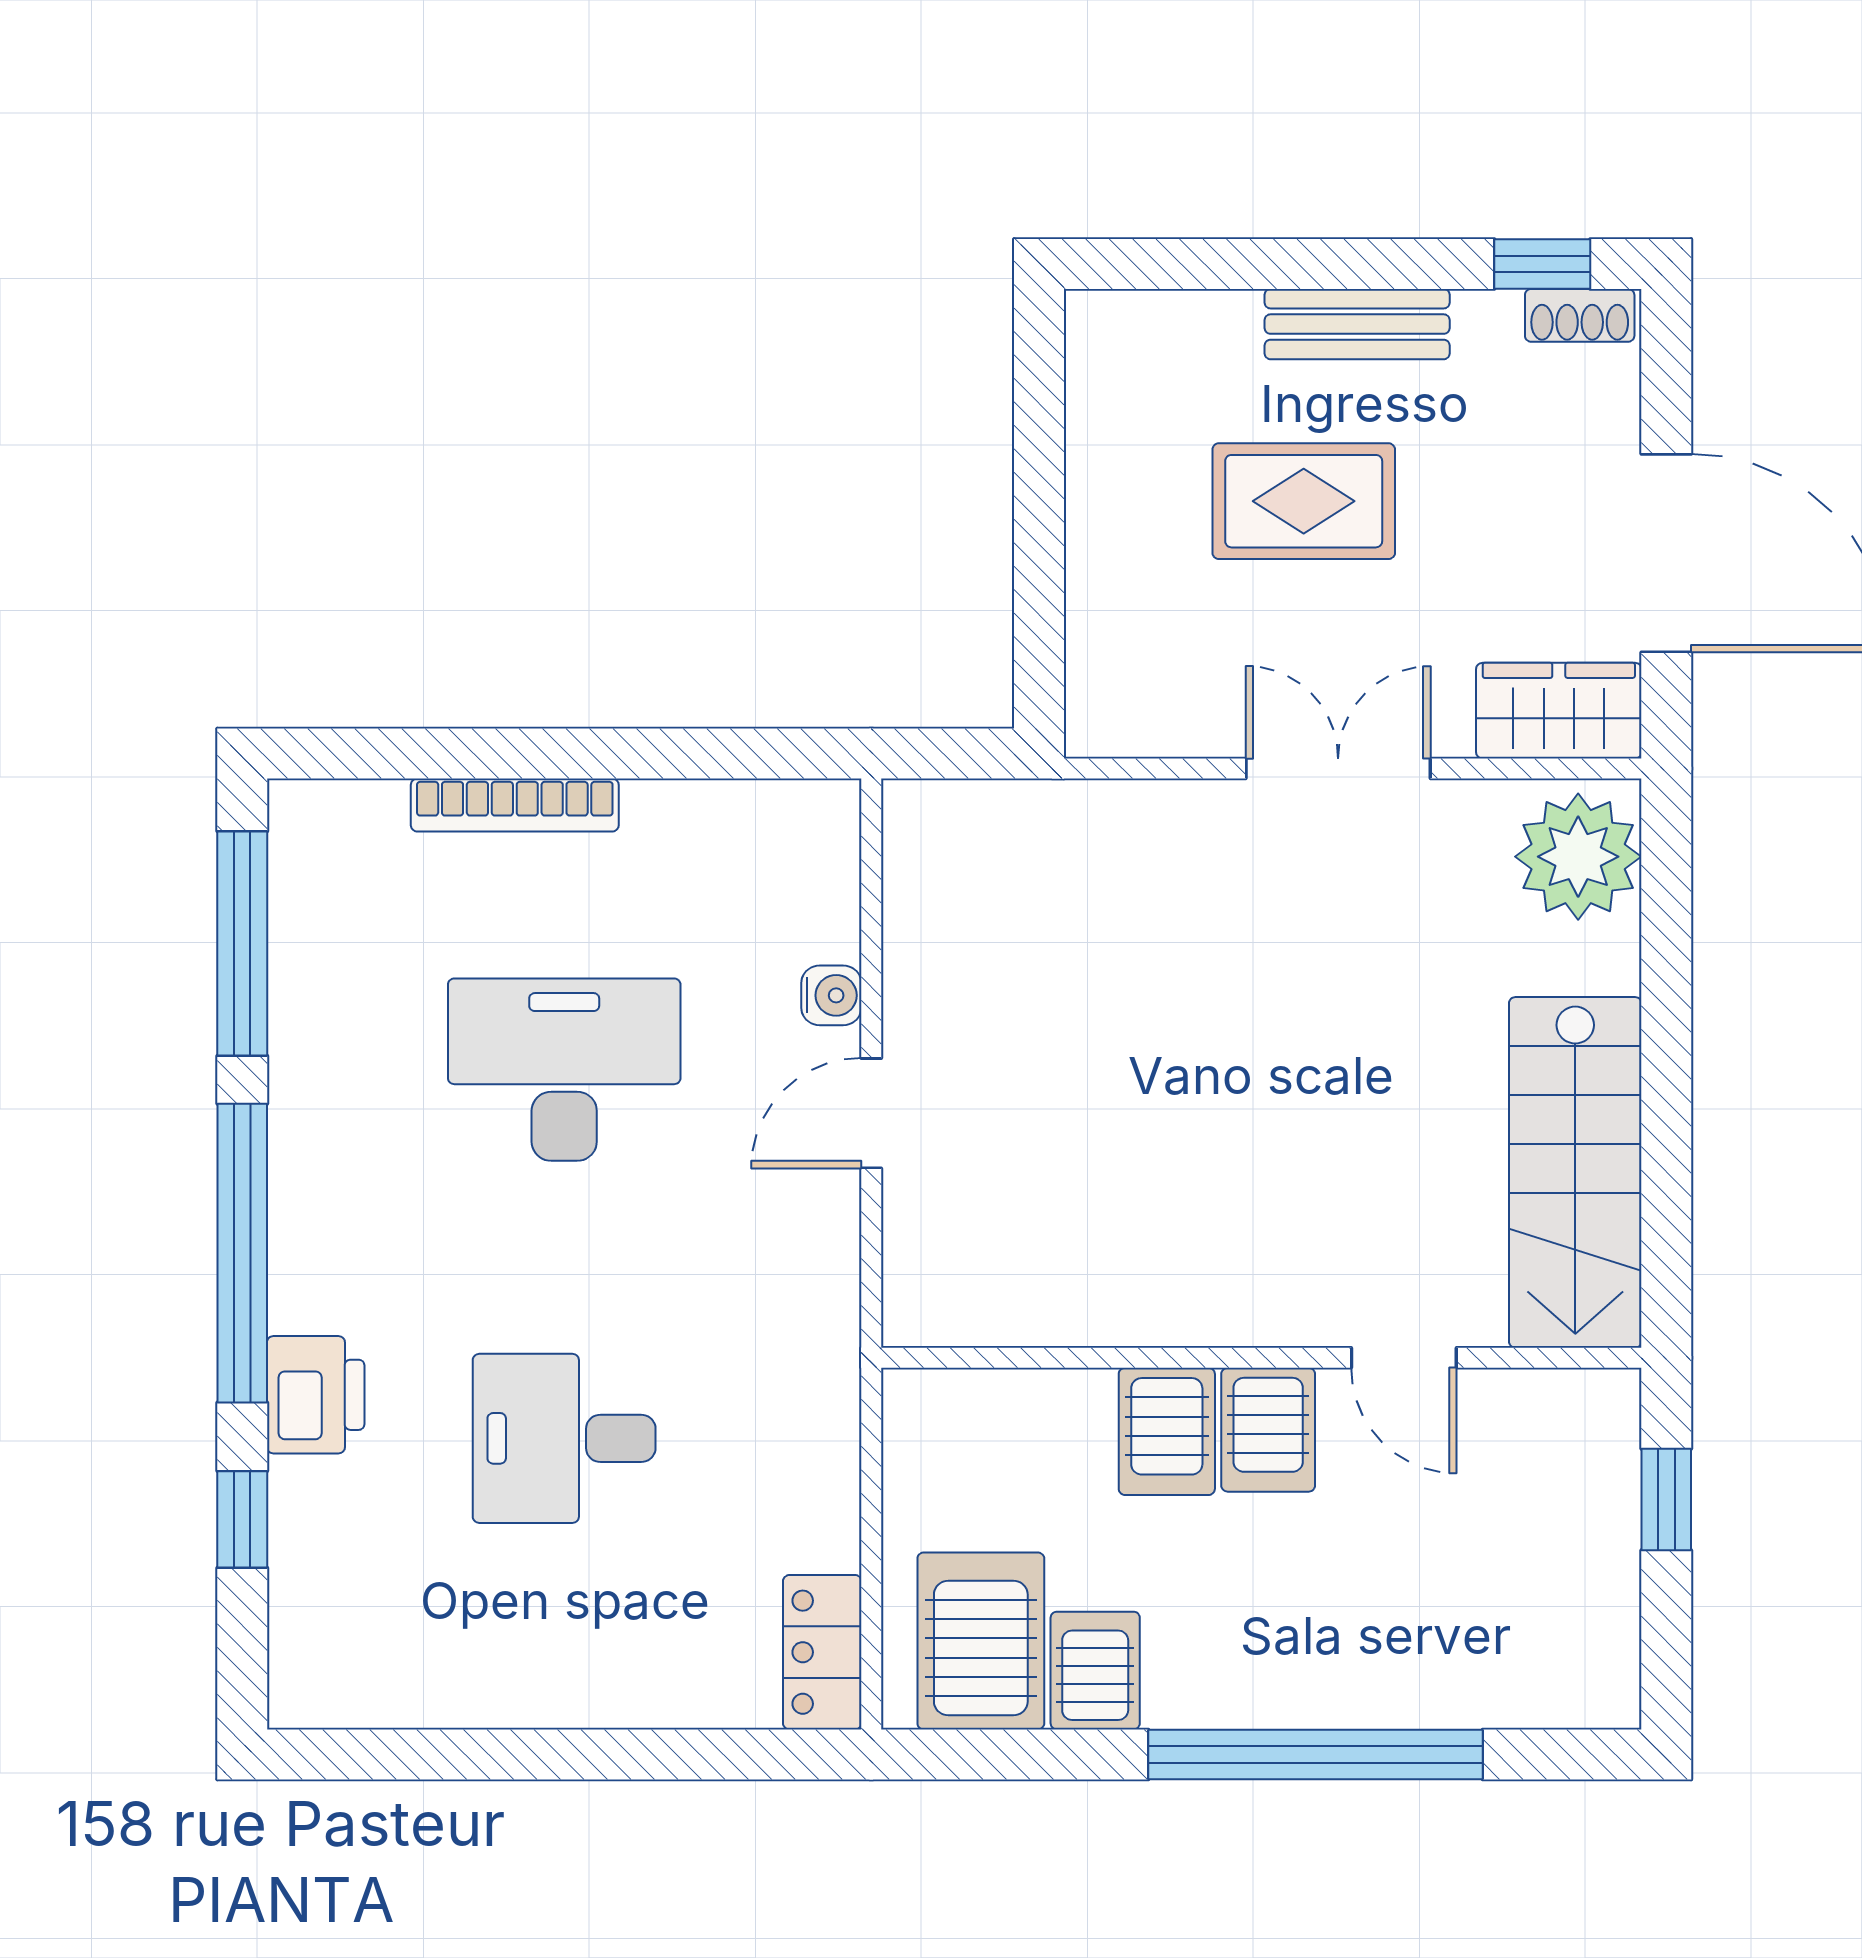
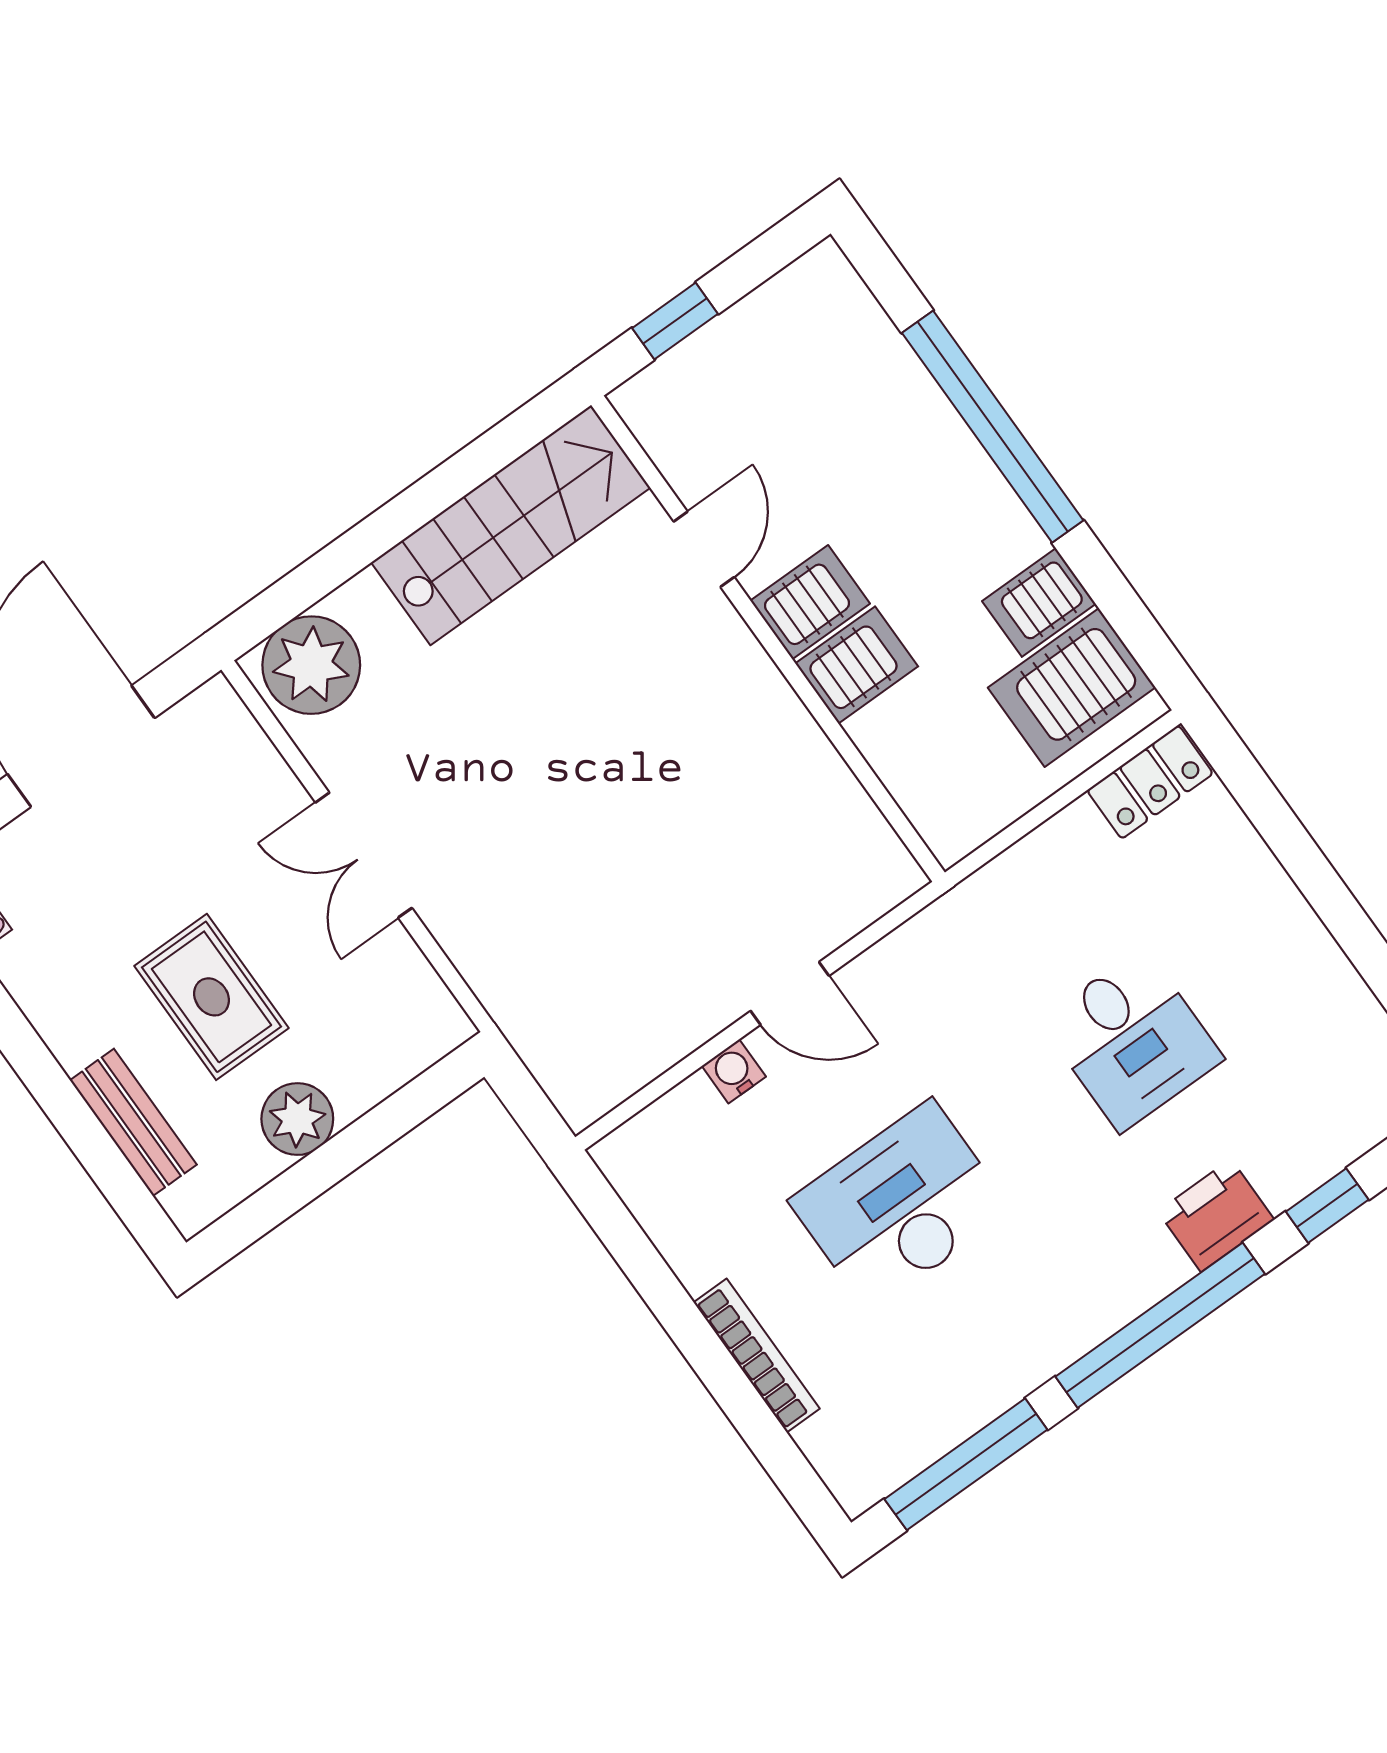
bench: (1357, 324) -> (133, 1122), moved
plant: (1110, 499) -> (297, 1119), added
wardrobe: (1559, 711) -> (228, 743), removed
desk: (564, 1070) -> (900, 1206), turned 90

